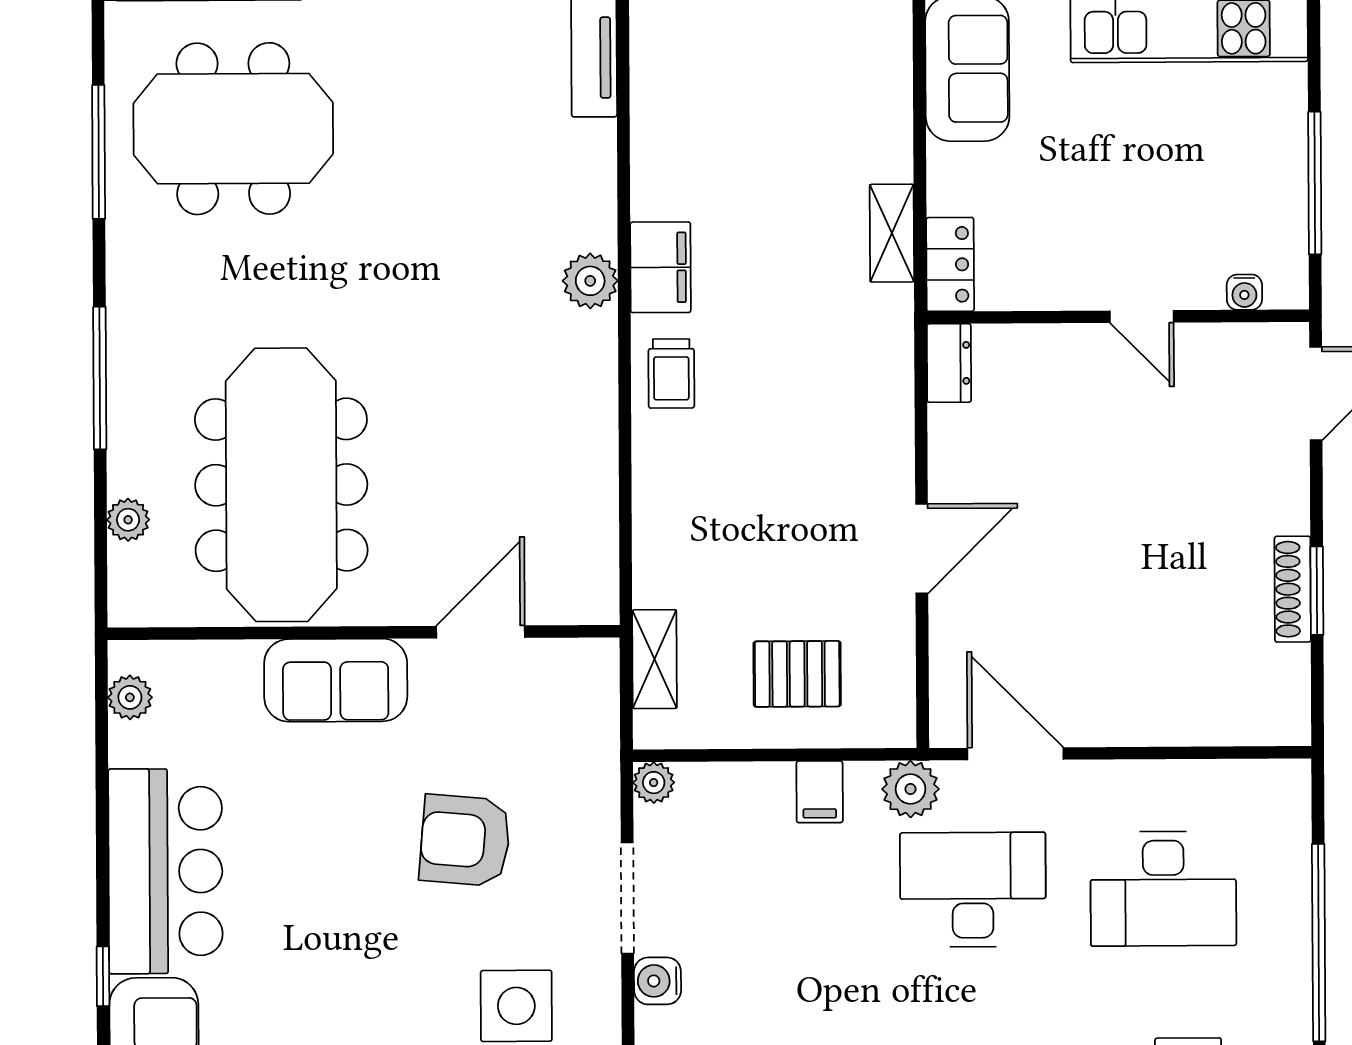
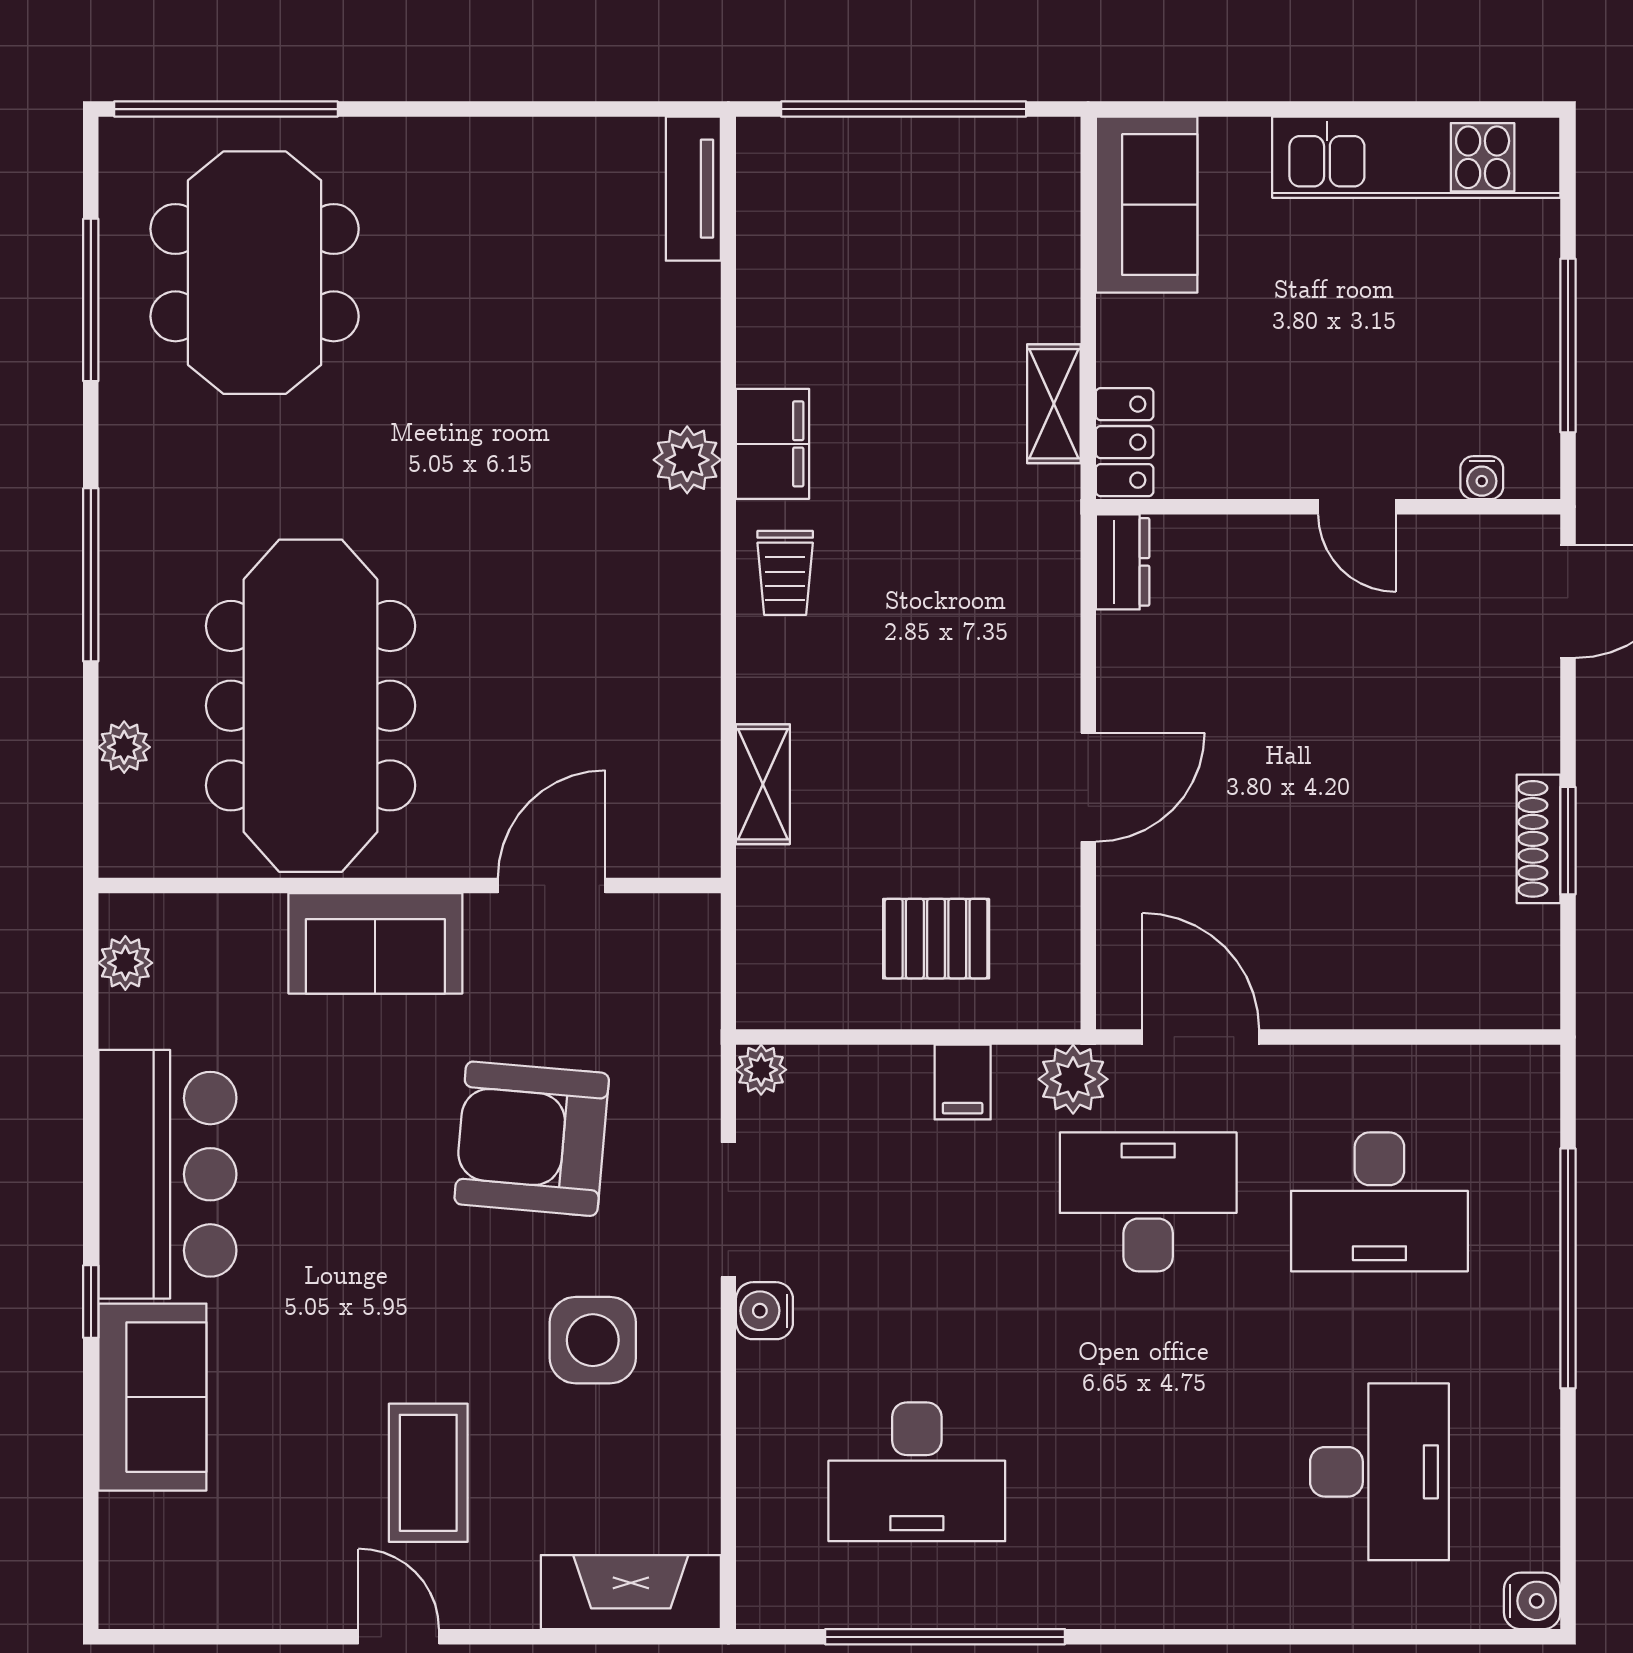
meeting table: (233, 129) -> (255, 273), turned 90
shelving: (655, 659) -> (763, 784), moved
armchair: (465, 840) -> (532, 1139), width x1.36, depth x1.36

